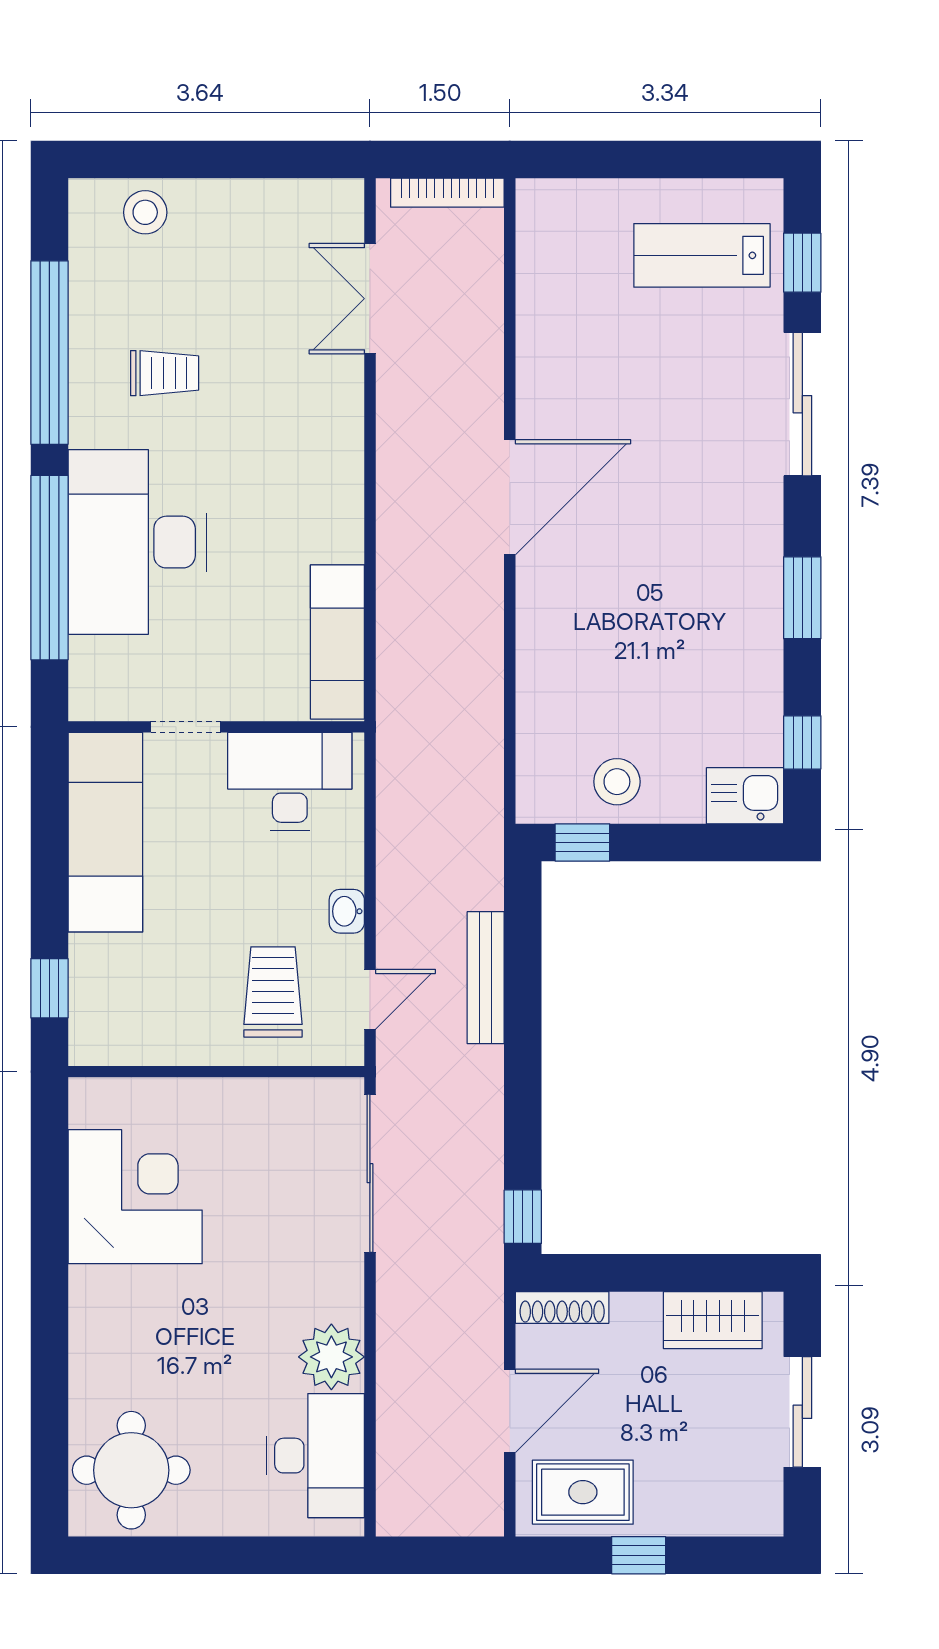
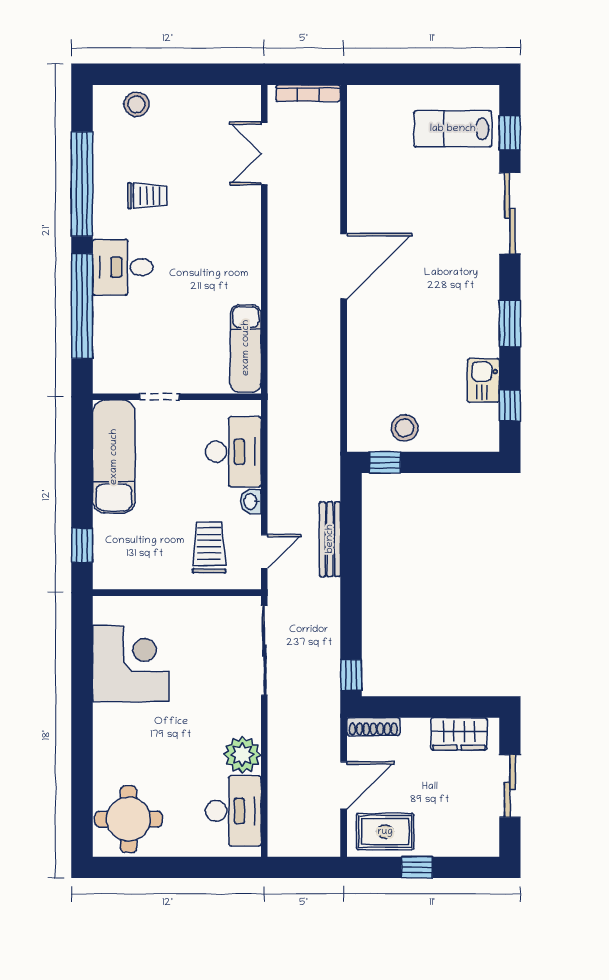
desk: (137, 542) -> (123, 267), width x0.53, depth x0.77
desk: (290, 781) -> (233, 452), moved, turned 90
kitchen sink: (745, 796) -> (483, 380), moved, turned -90

